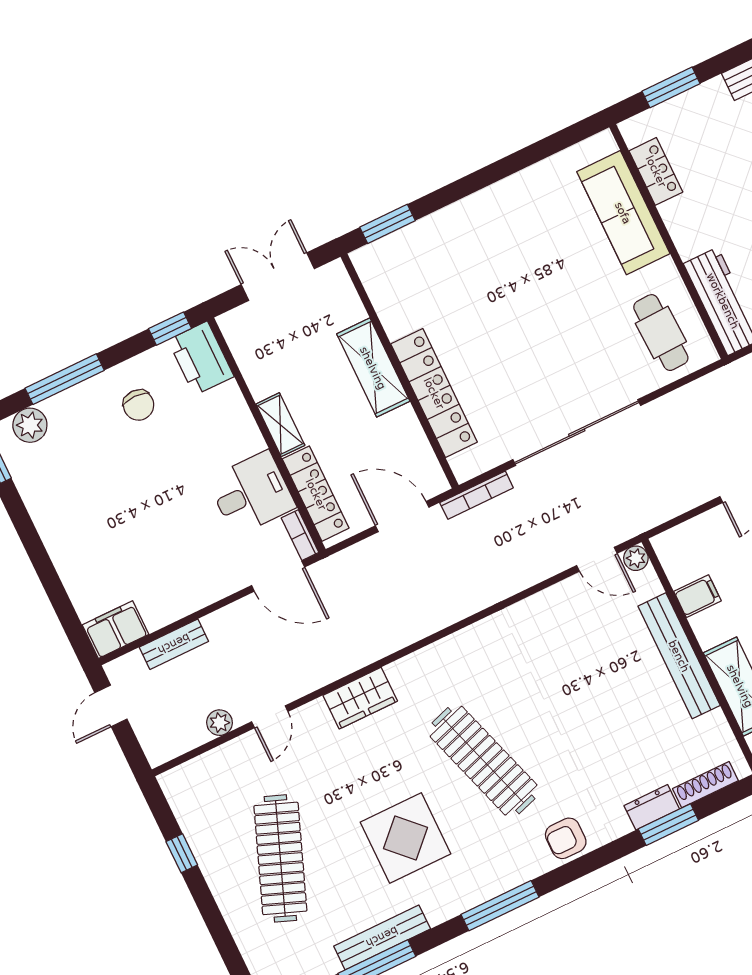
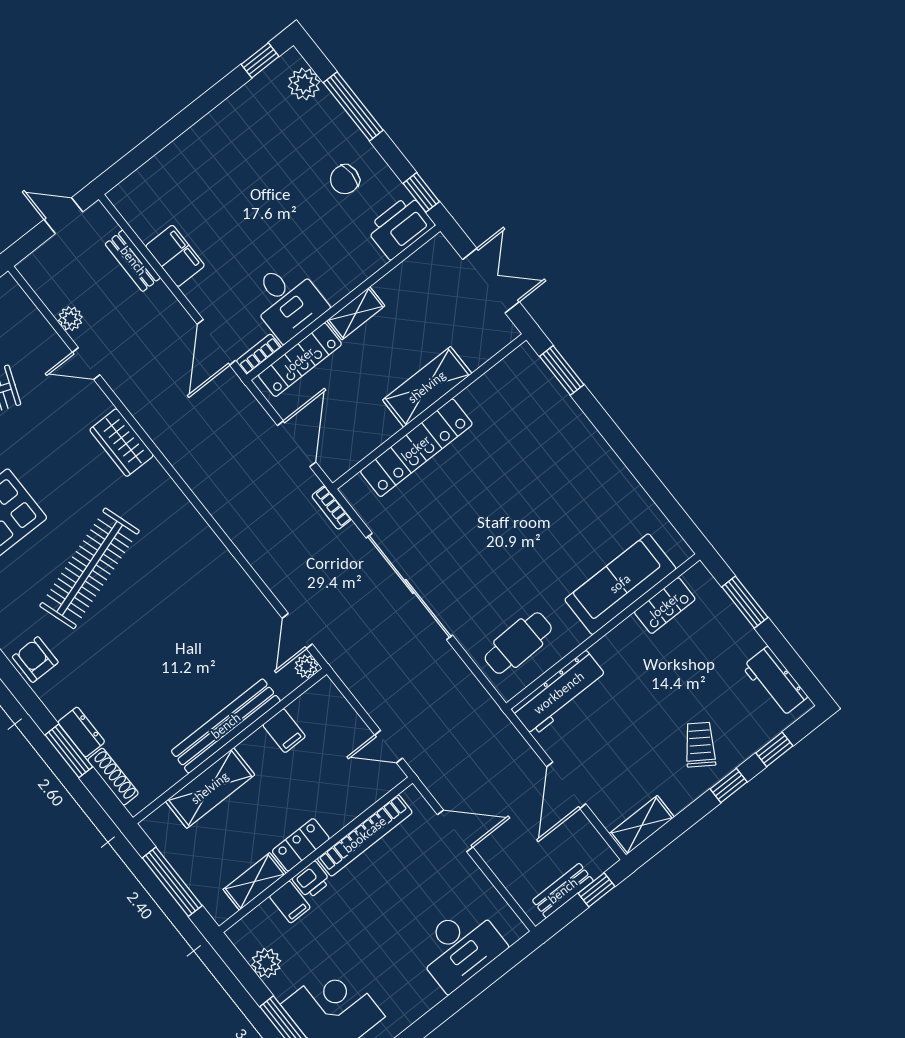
bookcase: (477, 495) -> (331, 508), width x0.64
filing cabinet: (116, 630) -> (175, 256), moved

